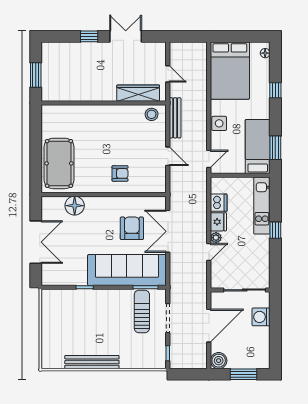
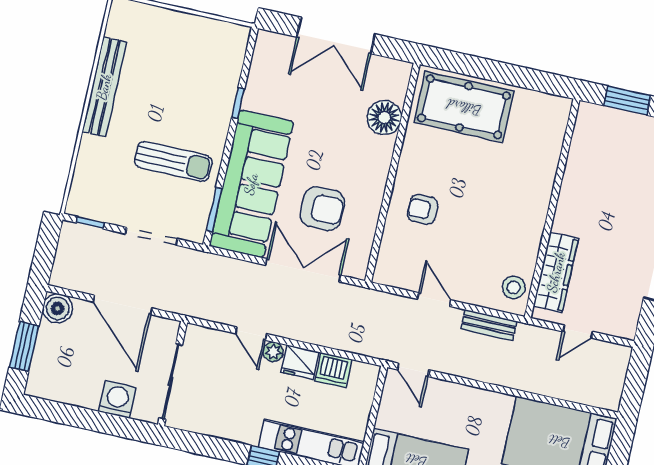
bench: (175, 118) -> (489, 325), width x0.73
side table: (219, 123) -> (471, 402), removed
door: (168, 156) -> (434, 300), swing flipped
armchair: (120, 173) -> (423, 209), turned 90
sun lounger: (142, 311) -> (173, 161), moved

